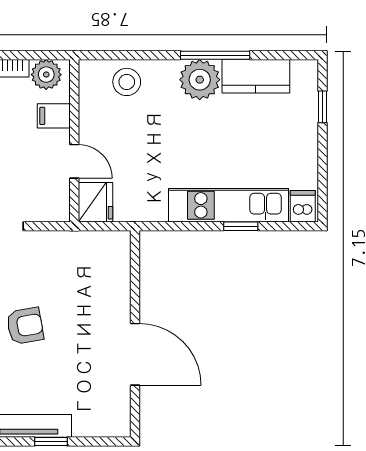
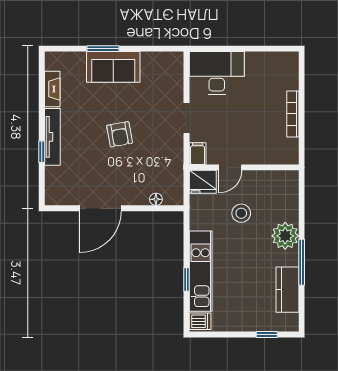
plant: (46, 75) -> (289, 149), removed
plant: (200, 80) -> (285, 236), moved
stool: (127, 82) -> (241, 213), moved
filing cabinet: (54, 116) -> (198, 154), moved
floor lamp: (122, 272) -> (156, 199), added

